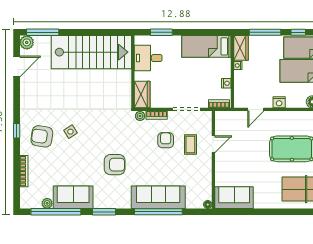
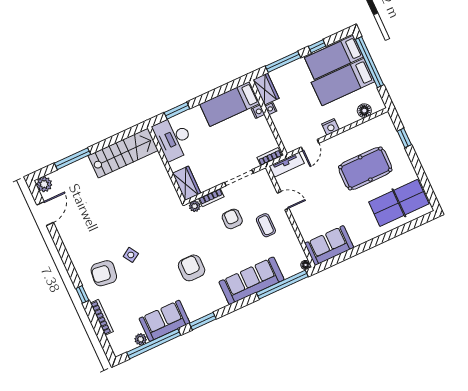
window: (43, 32) -> (73, 159), moved
stairs: (91, 52) -> (123, 153), width x0.73, depth x0.66
desk: (148, 58) -> (173, 138), width x1.37
nightstand: (226, 83) -> (258, 112), moved
tv unit: (230, 117) -> (287, 165), added
window: (17, 131) -> (82, 294), moved
coffee table: (190, 144) -> (266, 225), moved
door: (213, 144) -> (283, 201), hinge flipped
armchair: (115, 165) -> (192, 268), turned -90
window: (158, 212) -> (282, 285), moved

